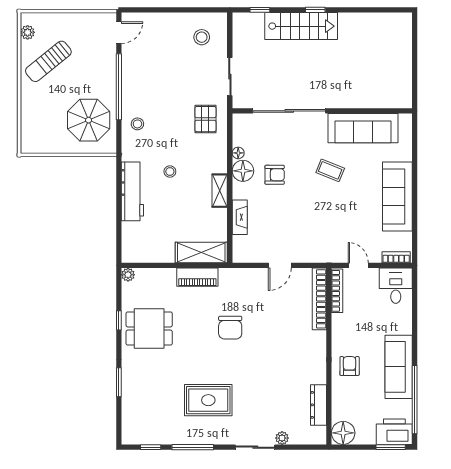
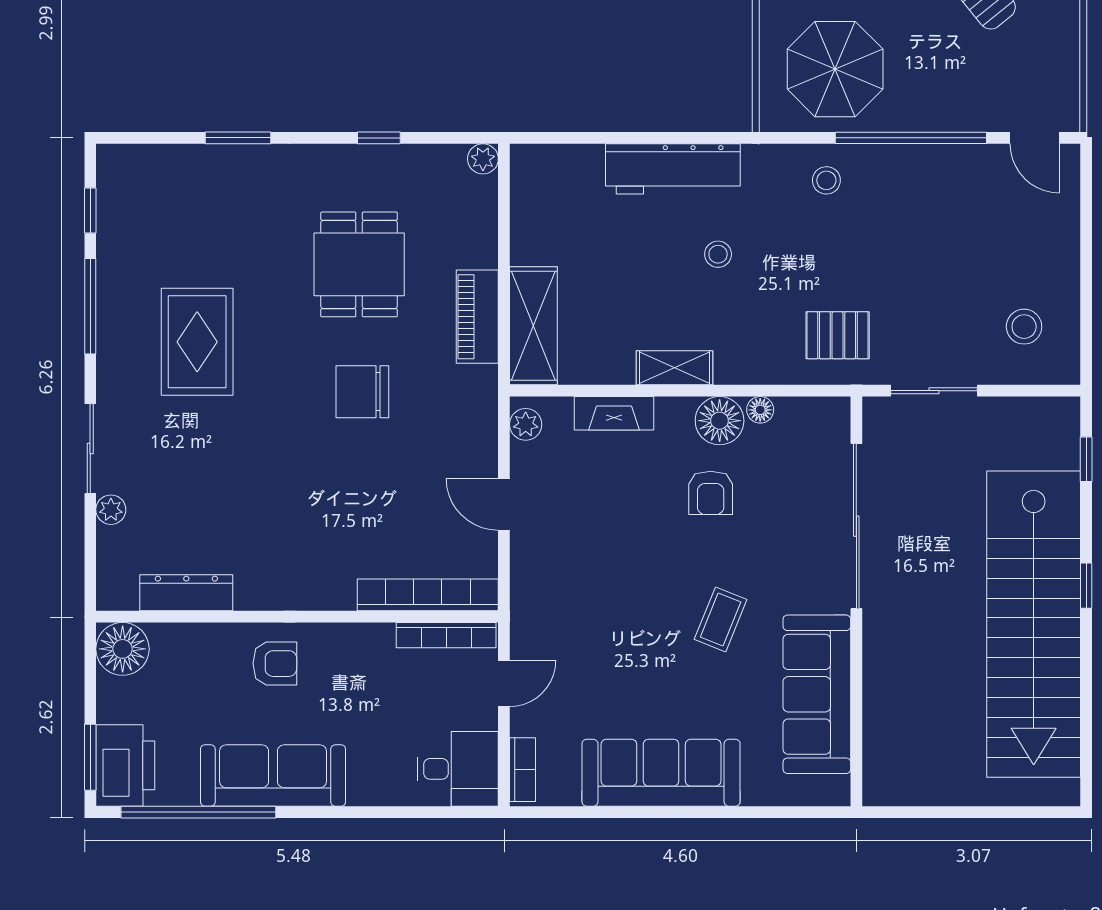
stairs: (301, 26) -> (1034, 624), width x1.86, depth x1.51
plant: (245, 256) -> (526, 424), added
dining table: (149, 329) -> (359, 264), moved

